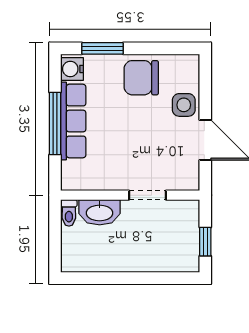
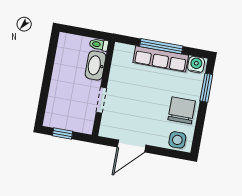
side table: (184, 105) -> (177, 140), moved

